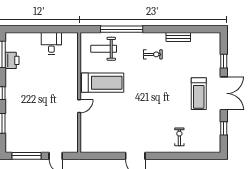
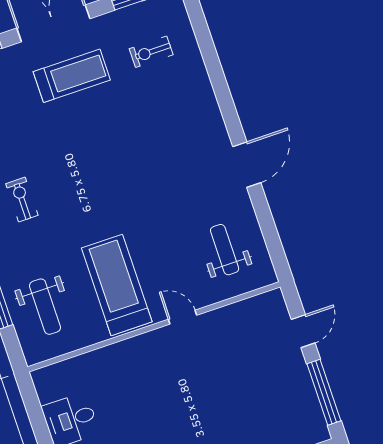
weight bench: (102, 134) -> (225, 250), added
exercise bike: (179, 137) -> (151, 52), moved

